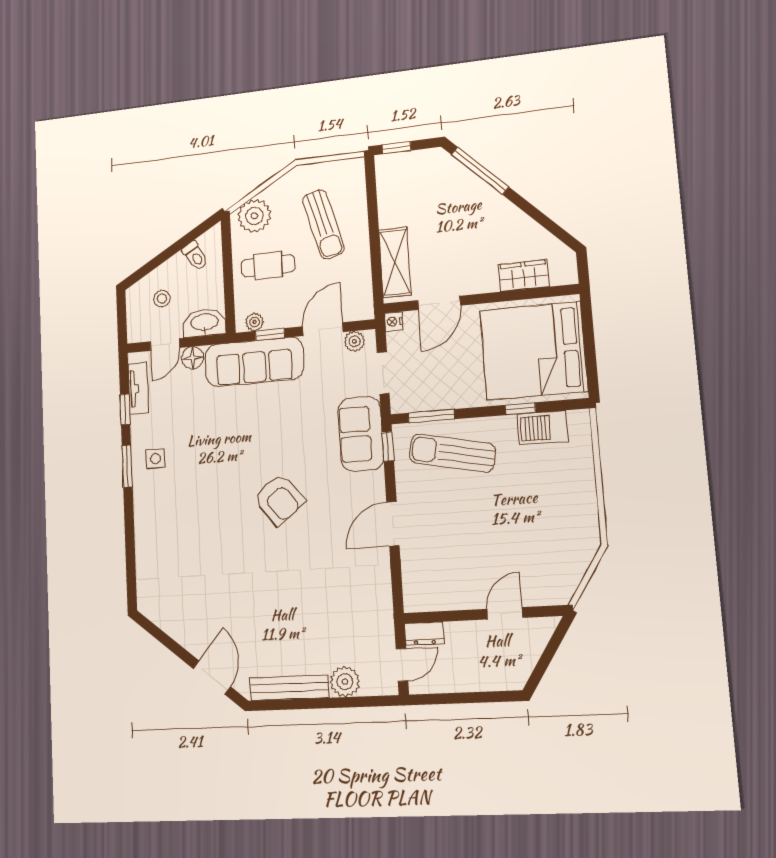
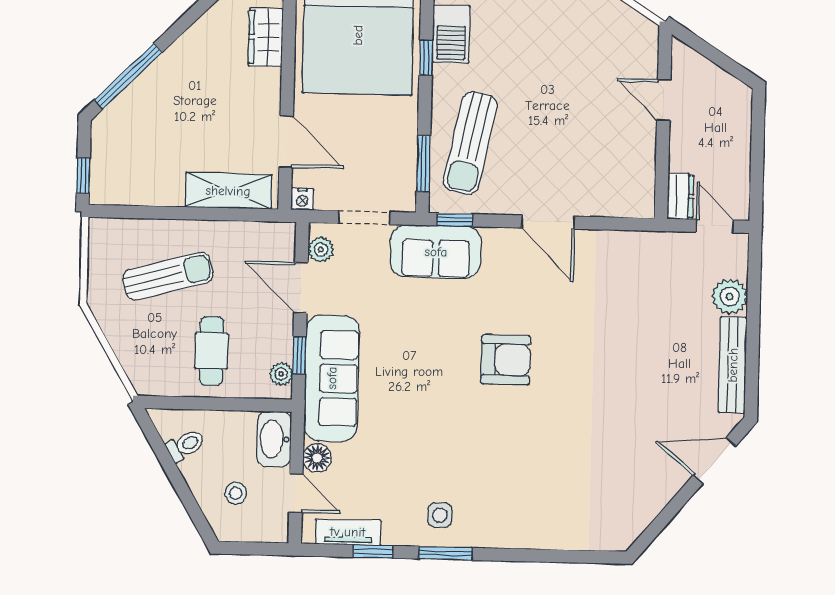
plant: (254, 216) -> (145, 364), removed
armchair: (279, 499) -> (506, 360), turned 38

